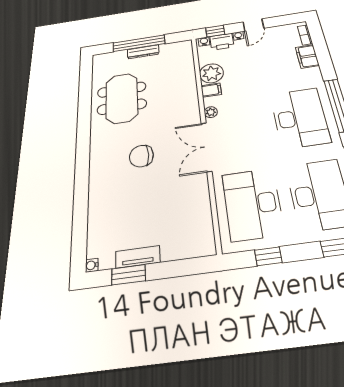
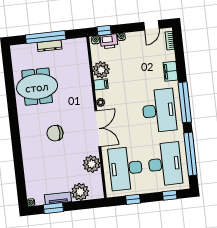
door: (253, 25) -> (151, 25), moved
filing cabinet: (307, 56) -> (170, 71), moved
meeting table: (122, 98) -> (37, 87), turned 90
double door: (206, 147) -> (98, 129), swing flipped
plant: (196, 199) -> (92, 164), added
plant: (176, 245) -> (80, 192), added

